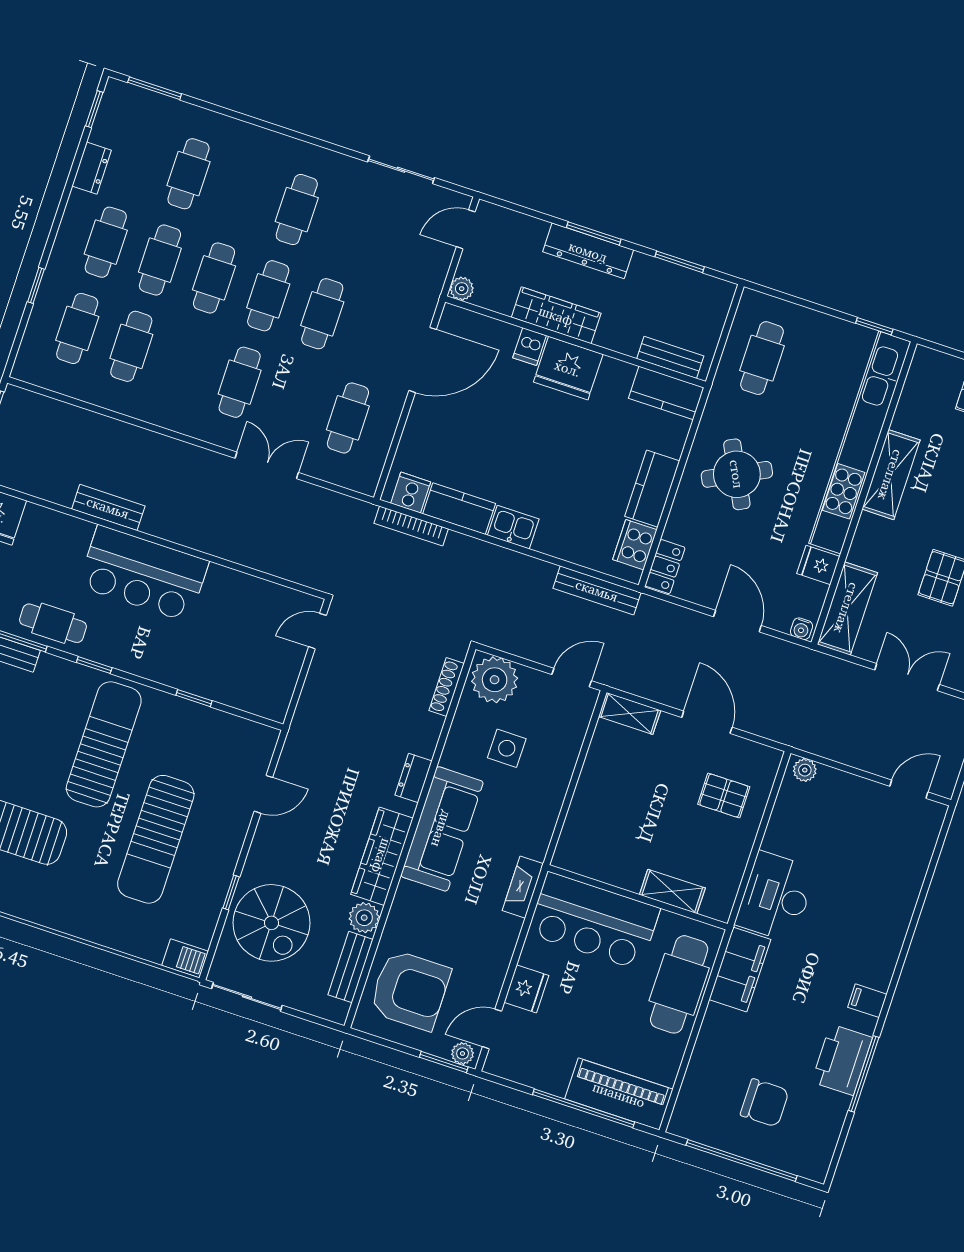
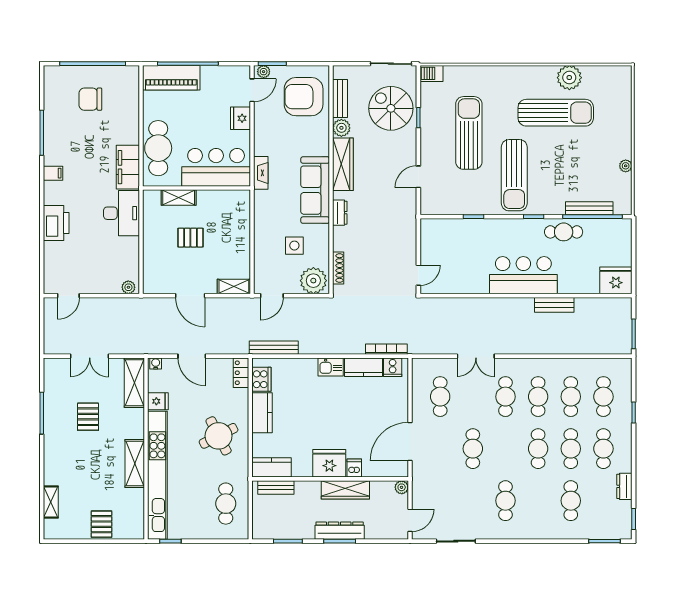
cafe table: (268, 296) -> (538, 397), moved
pallet: (724, 796) -> (190, 238), moved
printer: (842, 1060) -> (56, 223), moved

